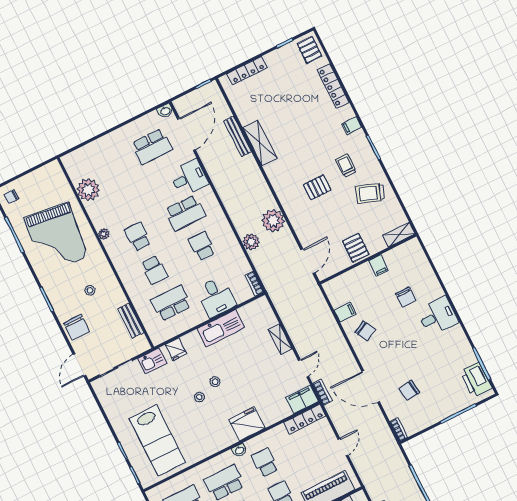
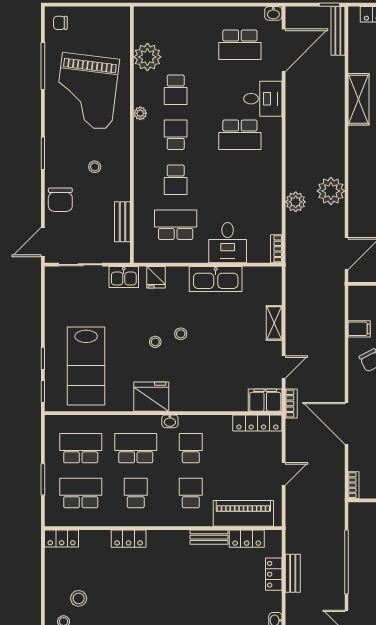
bench: (237, 136) -> (338, 31), moved
school desk: (202, 246) -> (176, 90), moved, turned 180
fridge: (247, 424) -> (151, 397), moved

